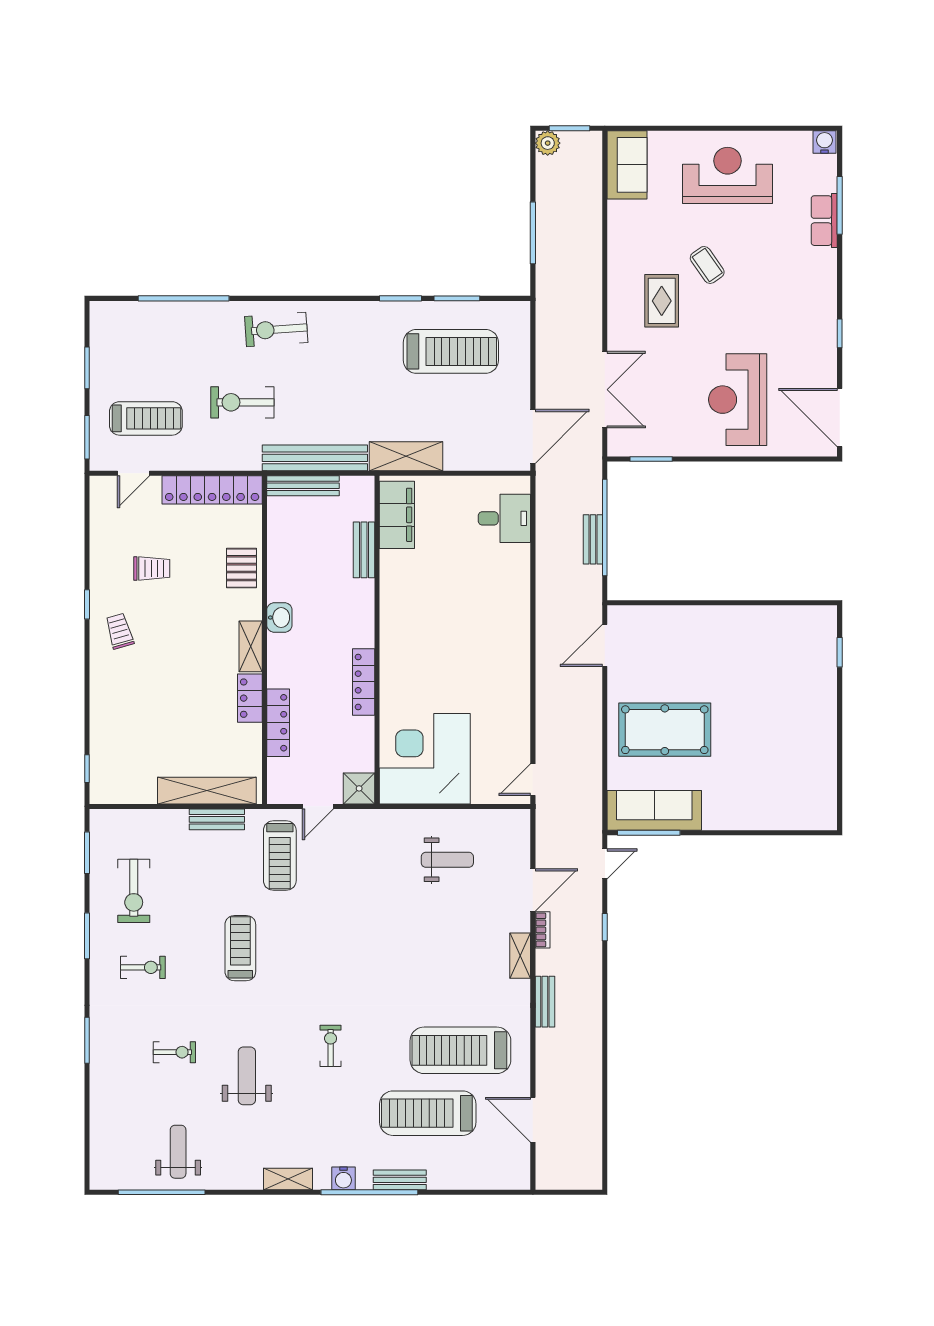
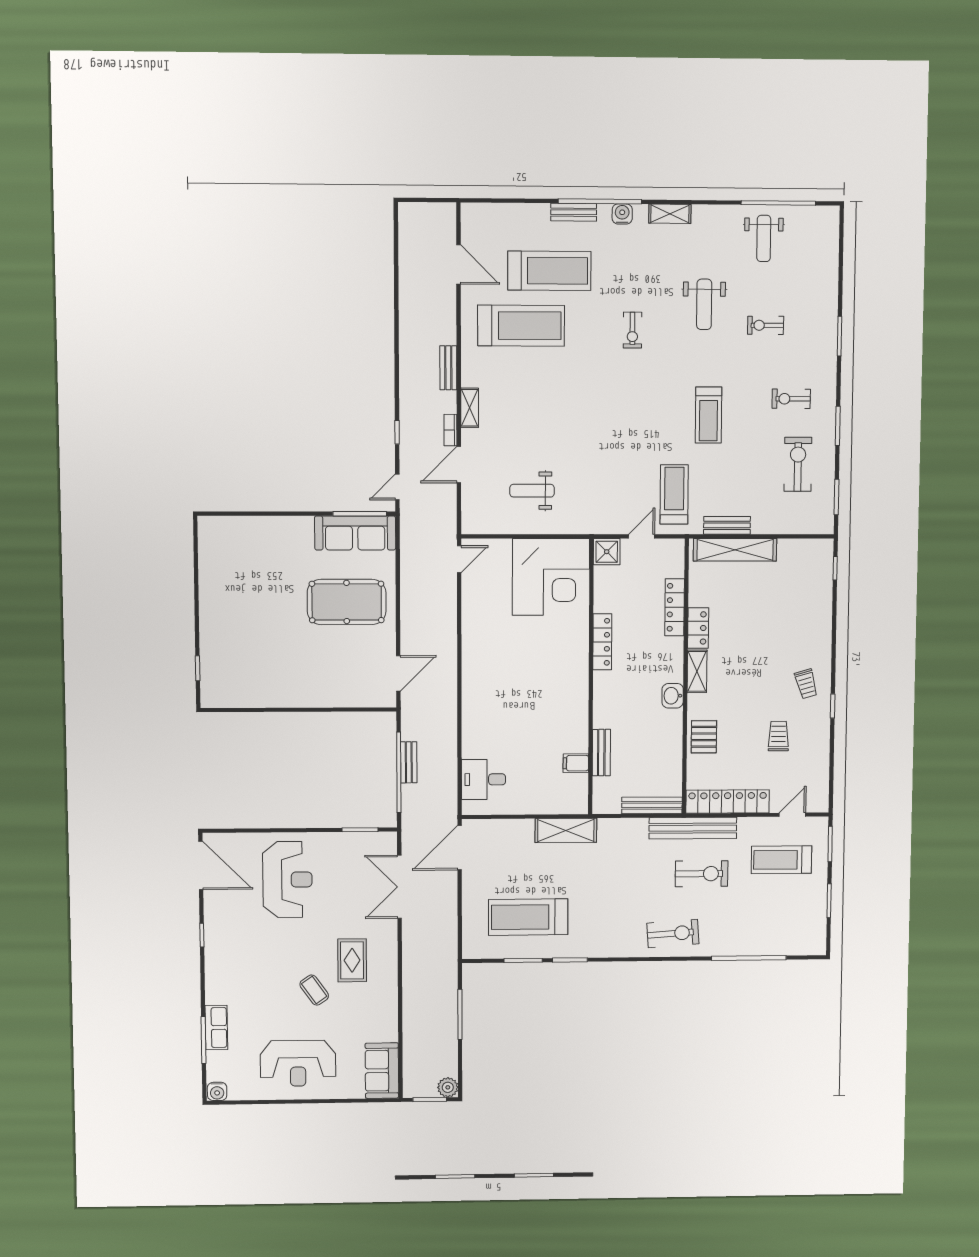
bench: (315, 458) -> (693, 828), moved
filing cabinet: (397, 515) -> (576, 763), width x0.33, depth x0.86
trolley: (152, 568) -> (778, 736), turned 90

